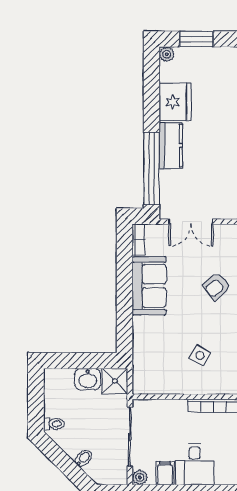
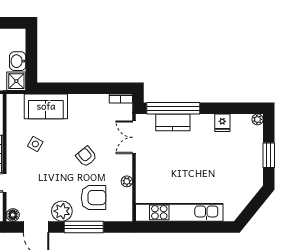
window: (196, 39) -> (269, 155), moved
fridge: (175, 102) -> (222, 123), width x0.53, depth x0.75
kitchen counter: (171, 146) -> (173, 122), moved
sofa: (149, 286) -> (46, 106), moved

